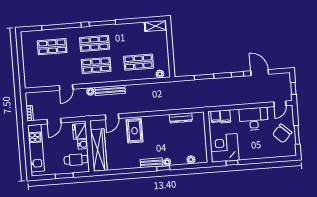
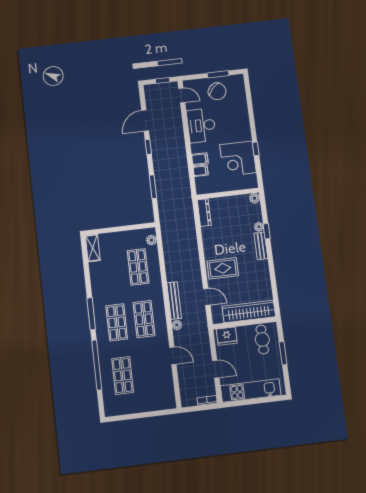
wall: (208, 137) -> (228, 194), moved
water cooler: (83, 144) -> (243, 332), removed

